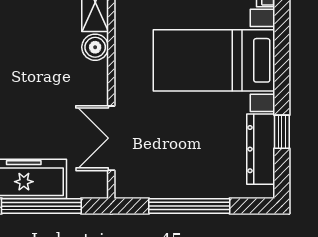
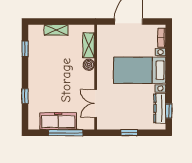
window: (282, 132) -> (169, 111), moved
window: (189, 206) -> (129, 133), width x0.46

